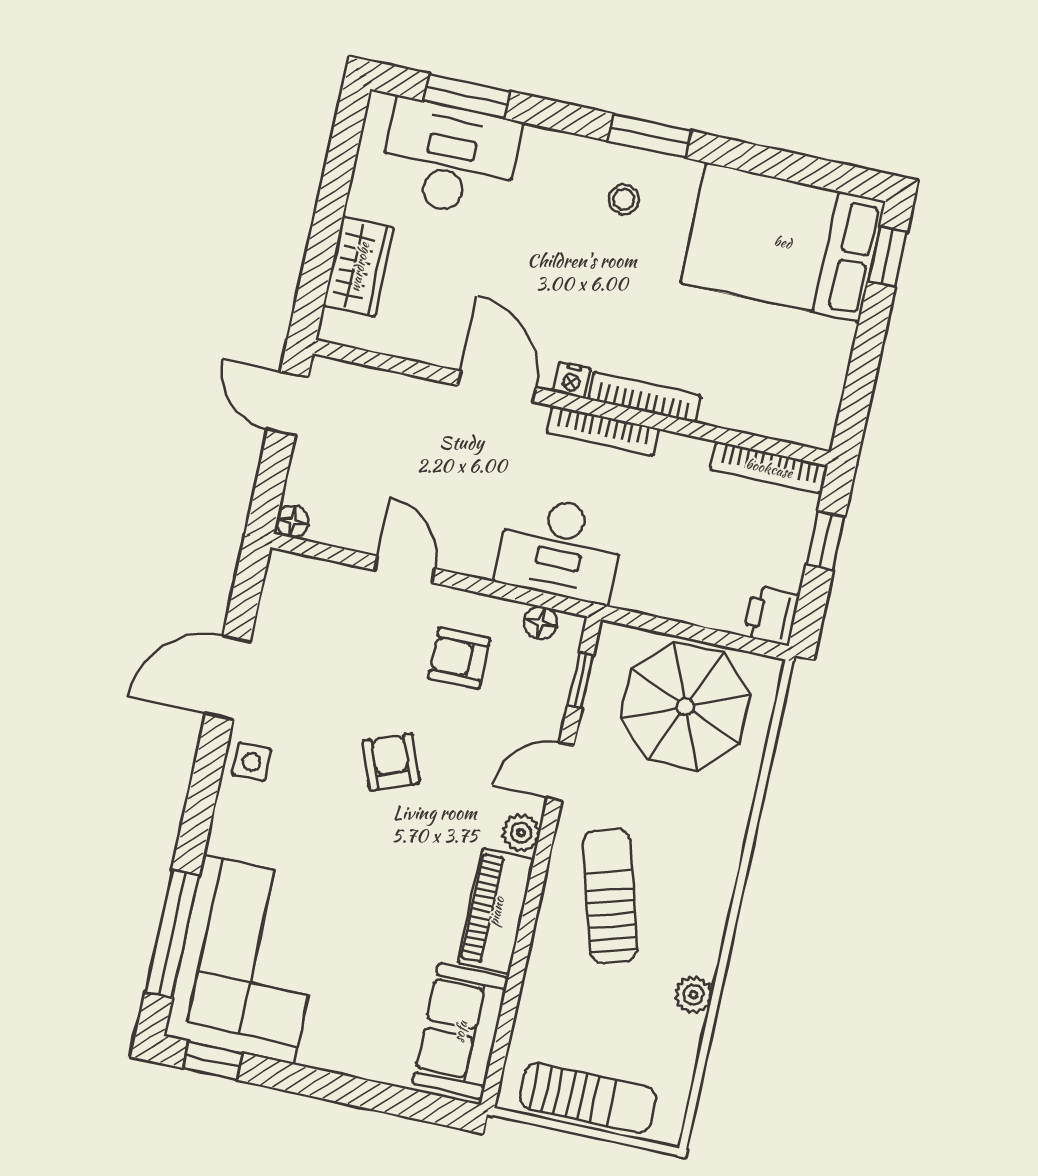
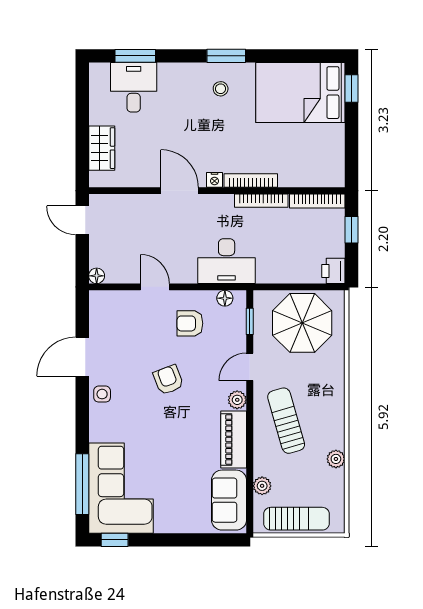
desk: (450, 158) -> (134, 87), width x0.73
bookcase: (603, 431) -> (261, 201), moved
plant: (533, 1016) -> (262, 486), added

